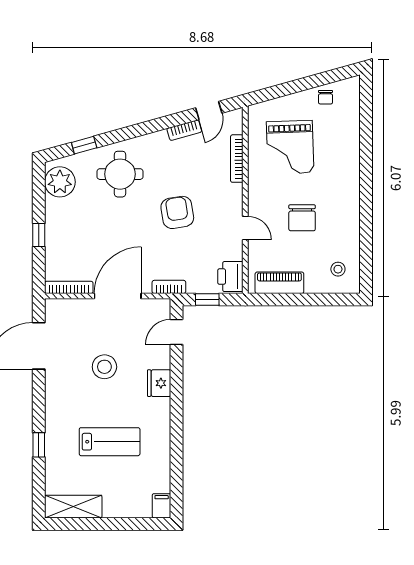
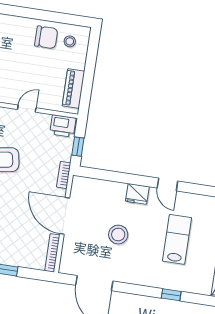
chair: (302, 218) -> (46, 37), moved
door: (177, 332) -> (167, 185), moved

